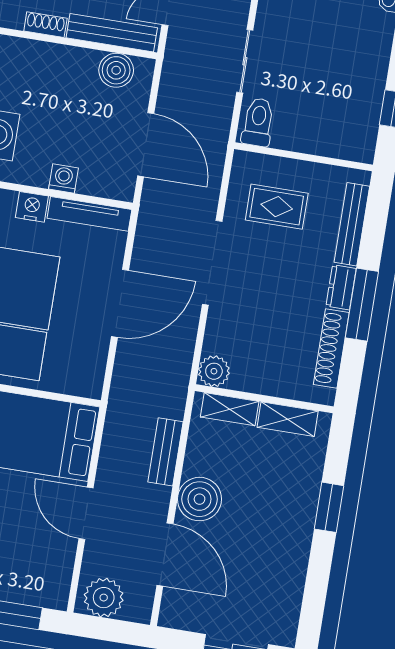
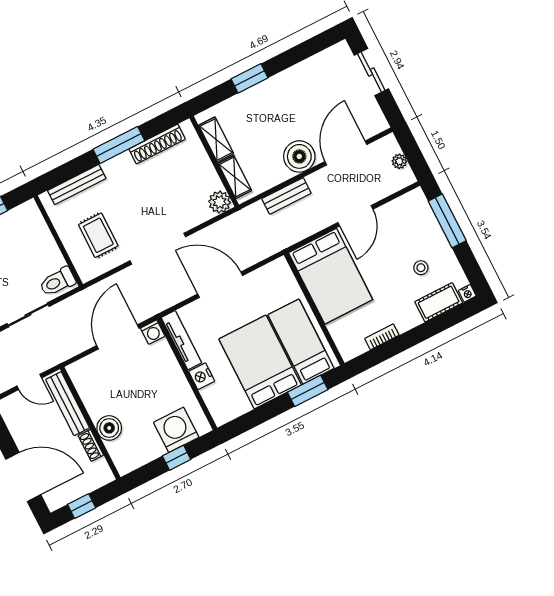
boiler: (116, 70) -> (109, 428), moved
washing machine: (63, 179) -> (153, 332), moved, turned -90
dresser: (341, 287) -> (118, 164), removed
plant: (104, 598) -> (399, 161), width x0.53, depth x0.53

